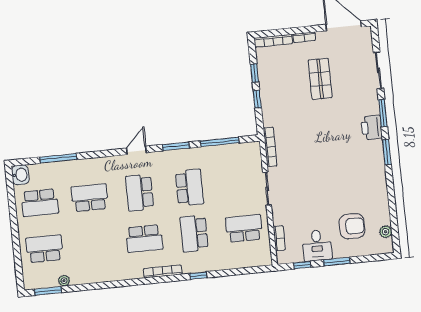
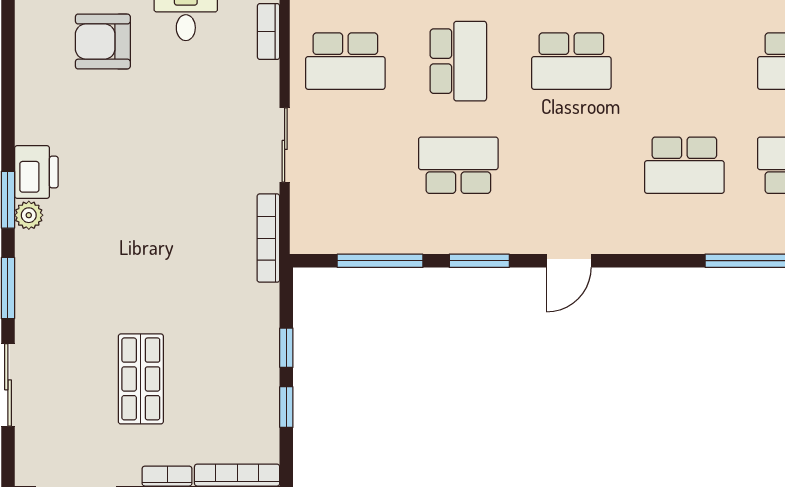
printer: (372, 127) -> (36, 172), moved
school desk: (189, 188) -> (458, 165), turned 90
school desk: (140, 193) -> (571, 165), removed
plant: (386, 232) -> (29, 215), moved
school desk: (144, 239) -> (571, 61), turned 180

